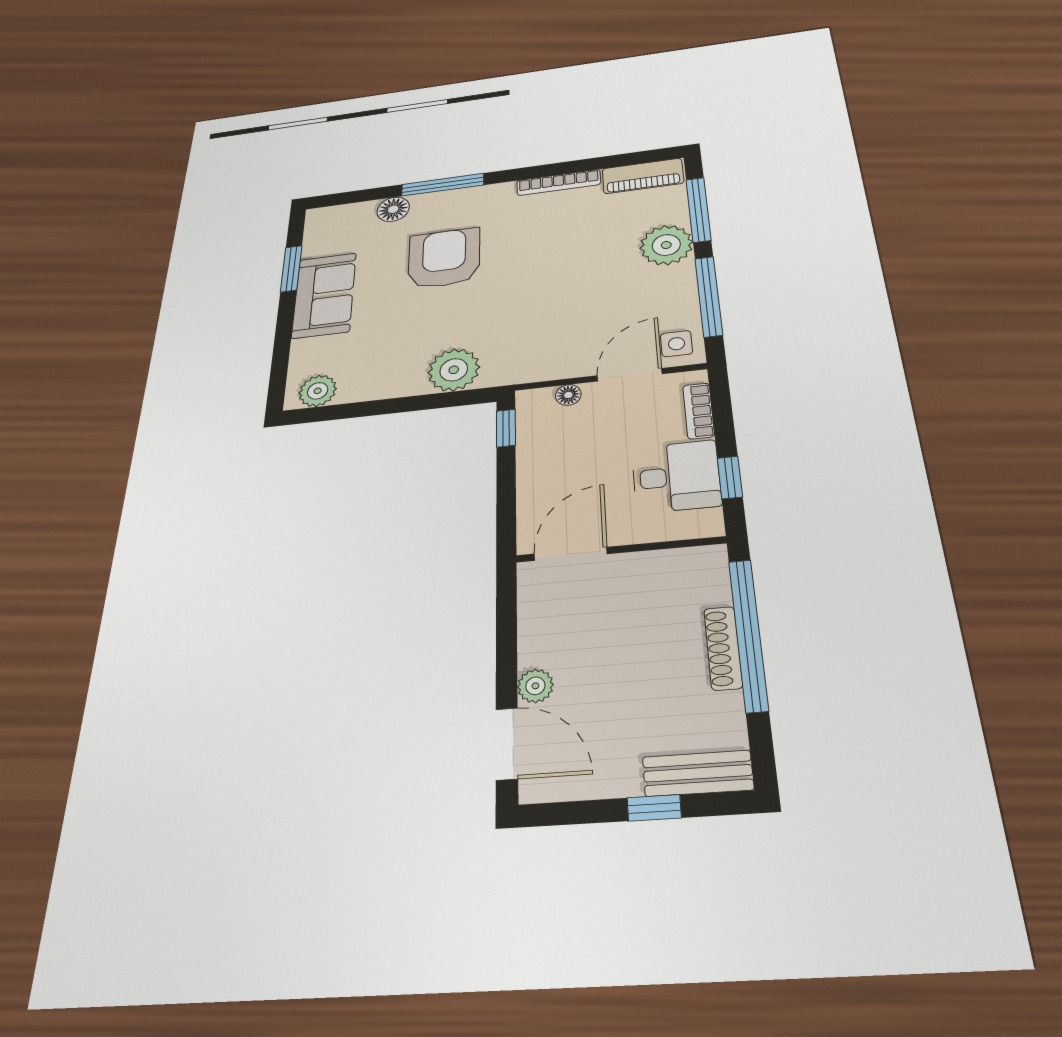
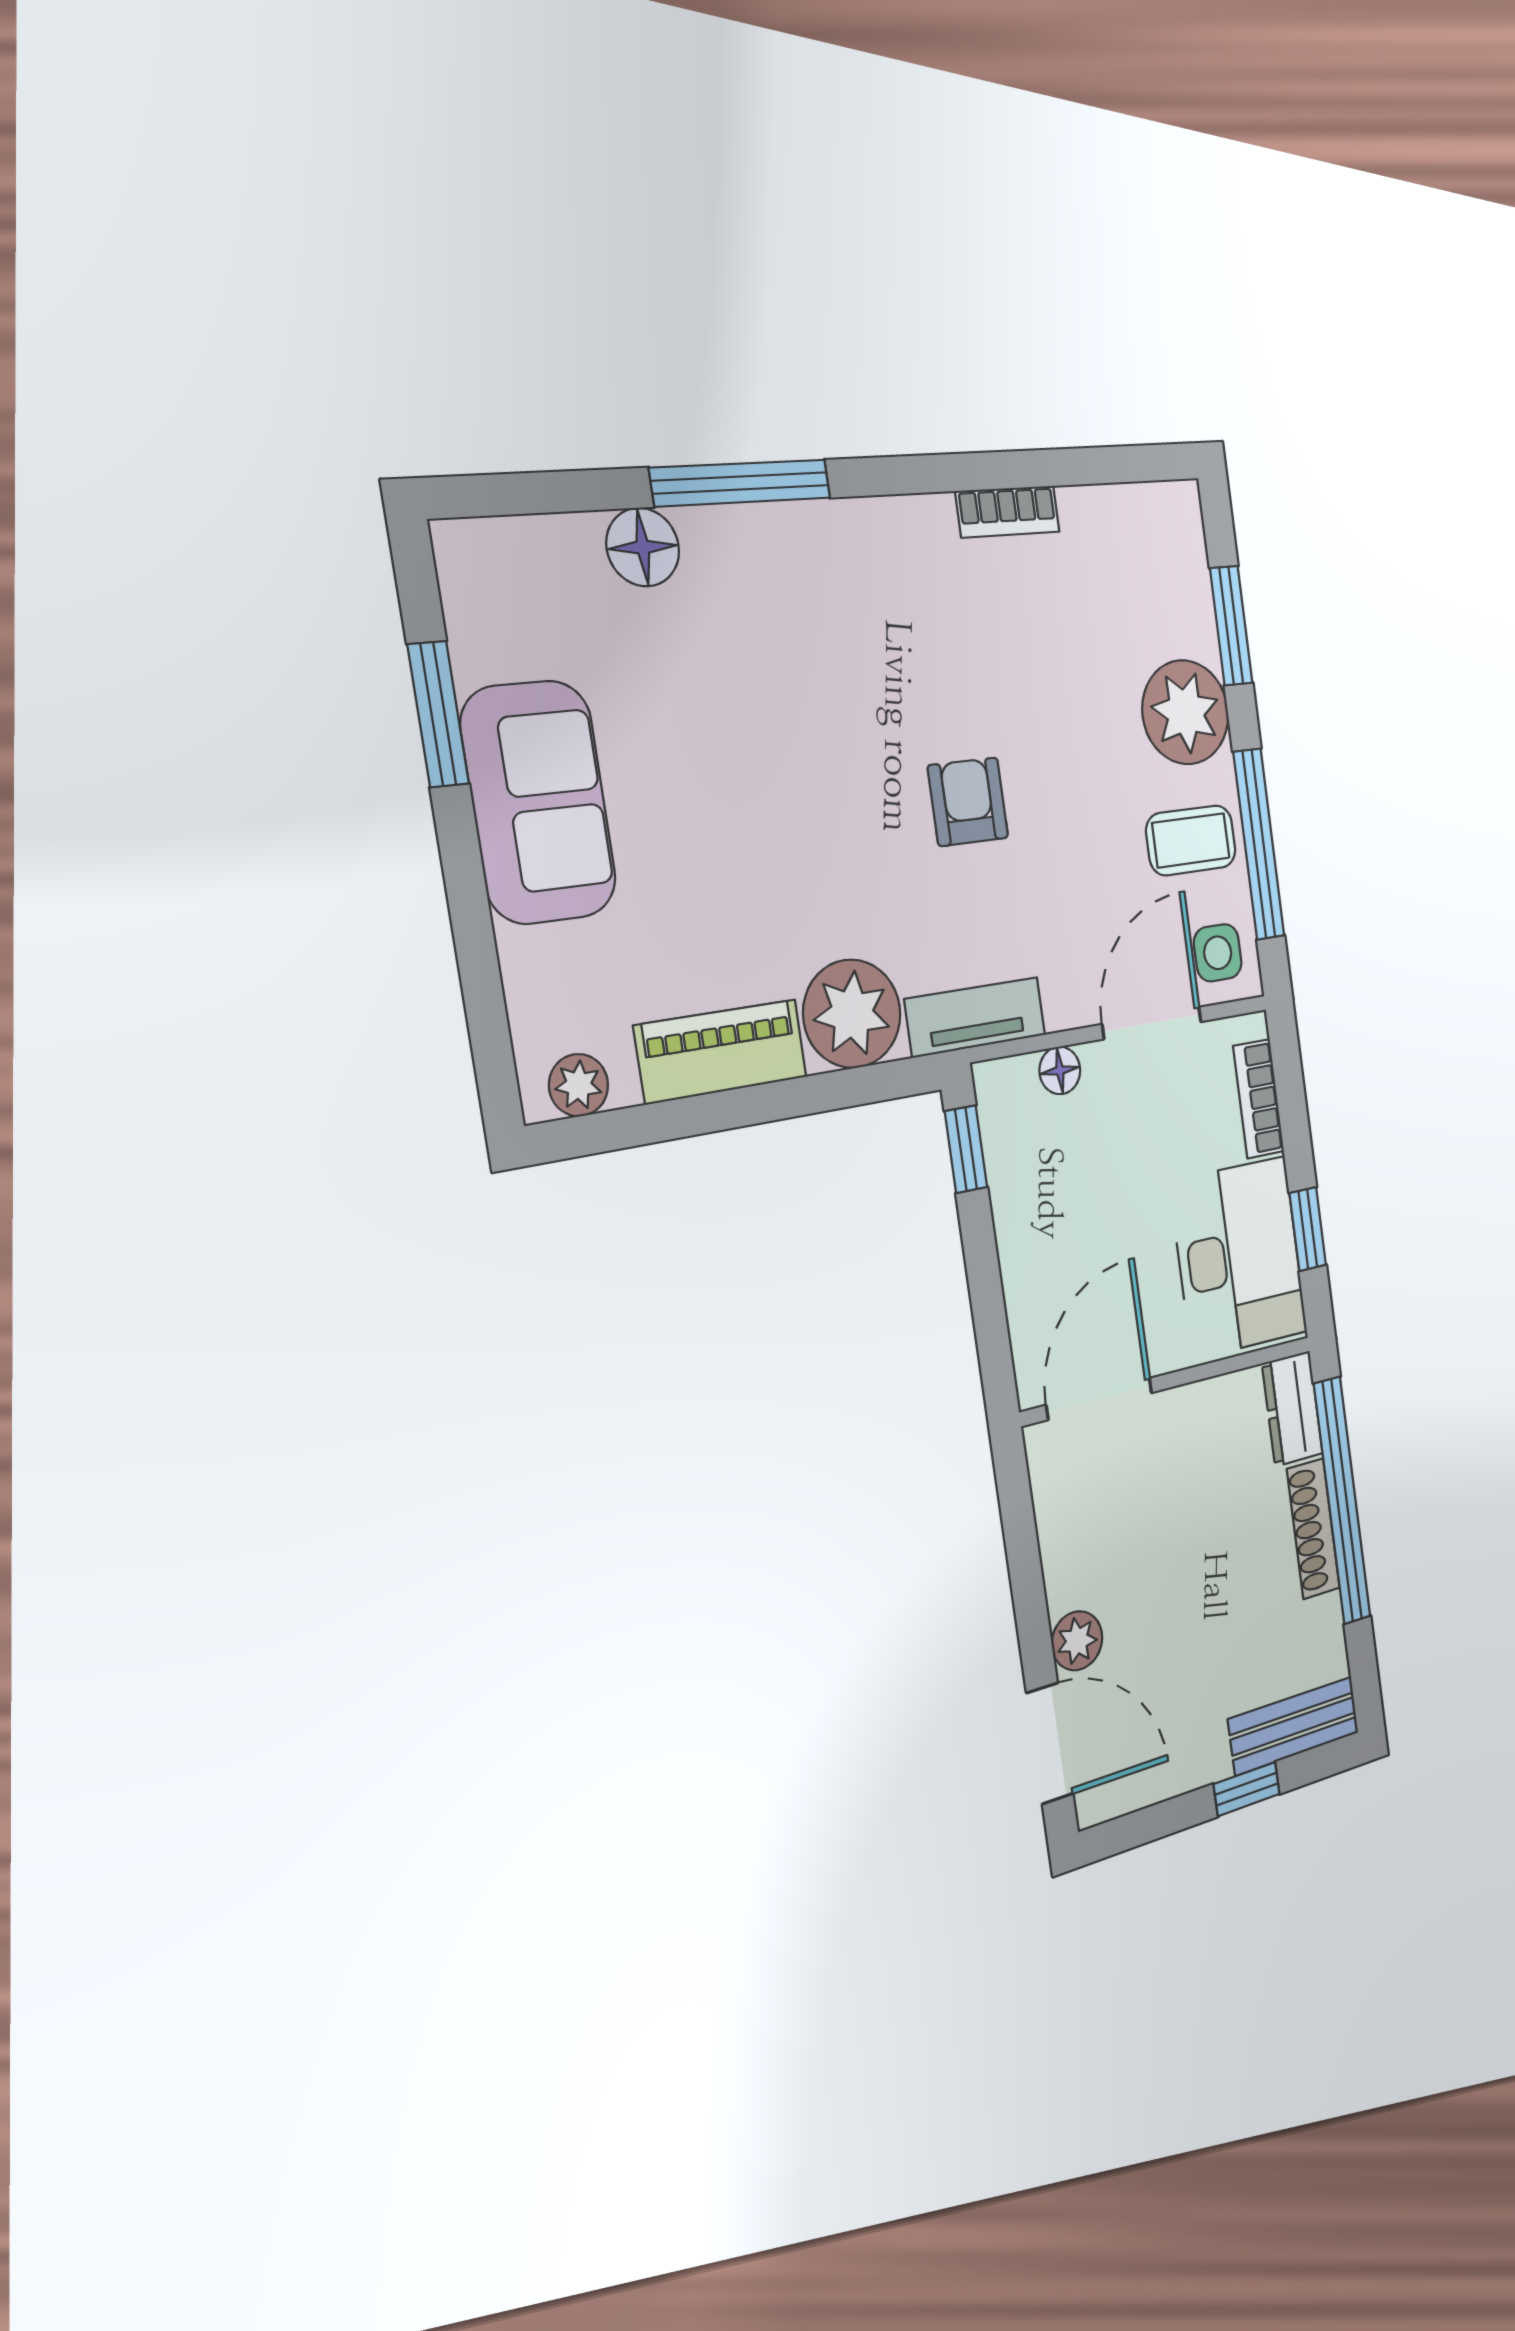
piano: (643, 176) -> (721, 1051), moved, turned 180
bookcase: (559, 182) -> (1008, 512), width x0.64
window: (698, 210) -> (1231, 626), width x0.69
armchair: (444, 258) -> (968, 802), moved, width x0.53, depth x0.53
coffee table: (664, 296) -> (1191, 840), added
tv unit: (522, 372) -> (975, 1017), added
plant: (318, 391) -> (579, 1085), width x0.73, depth x0.73
desk: (676, 476) -> (1239, 1257), width x1.37
dresser: (711, 575) -> (1292, 1409), added

